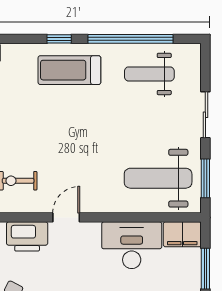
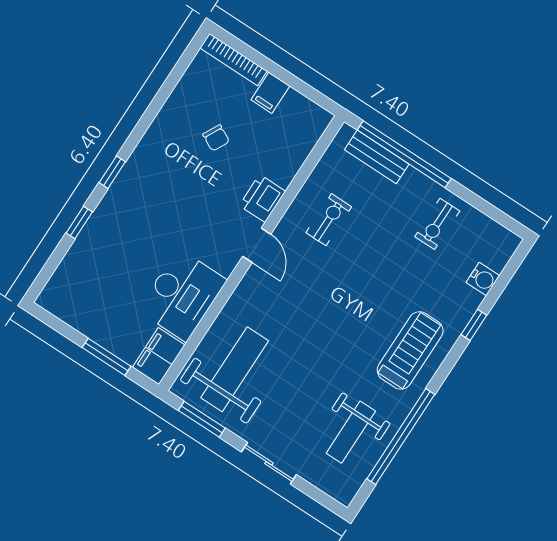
window: (59, 39) -> (474, 325), moved
weight bench: (149, 74) -> (351, 432), turned 180
printer: (27, 236) -> (262, 198), width x0.73, depth x0.84

